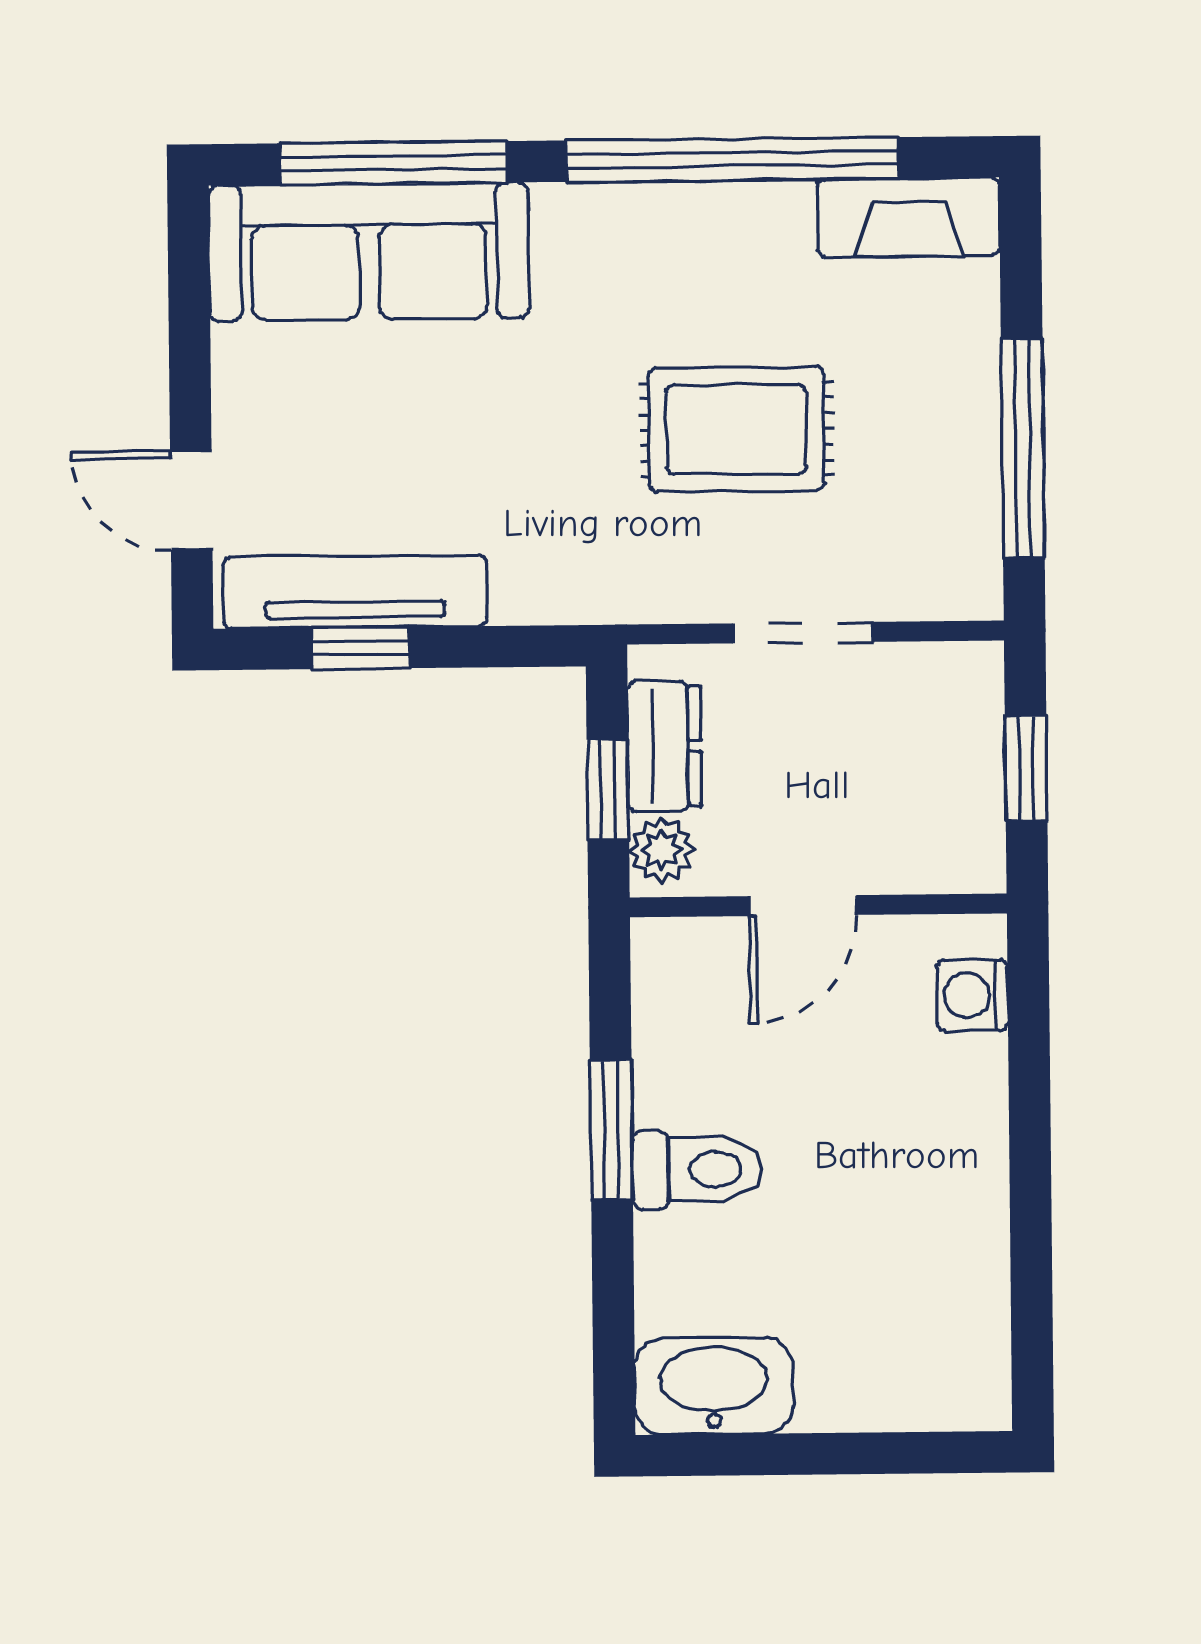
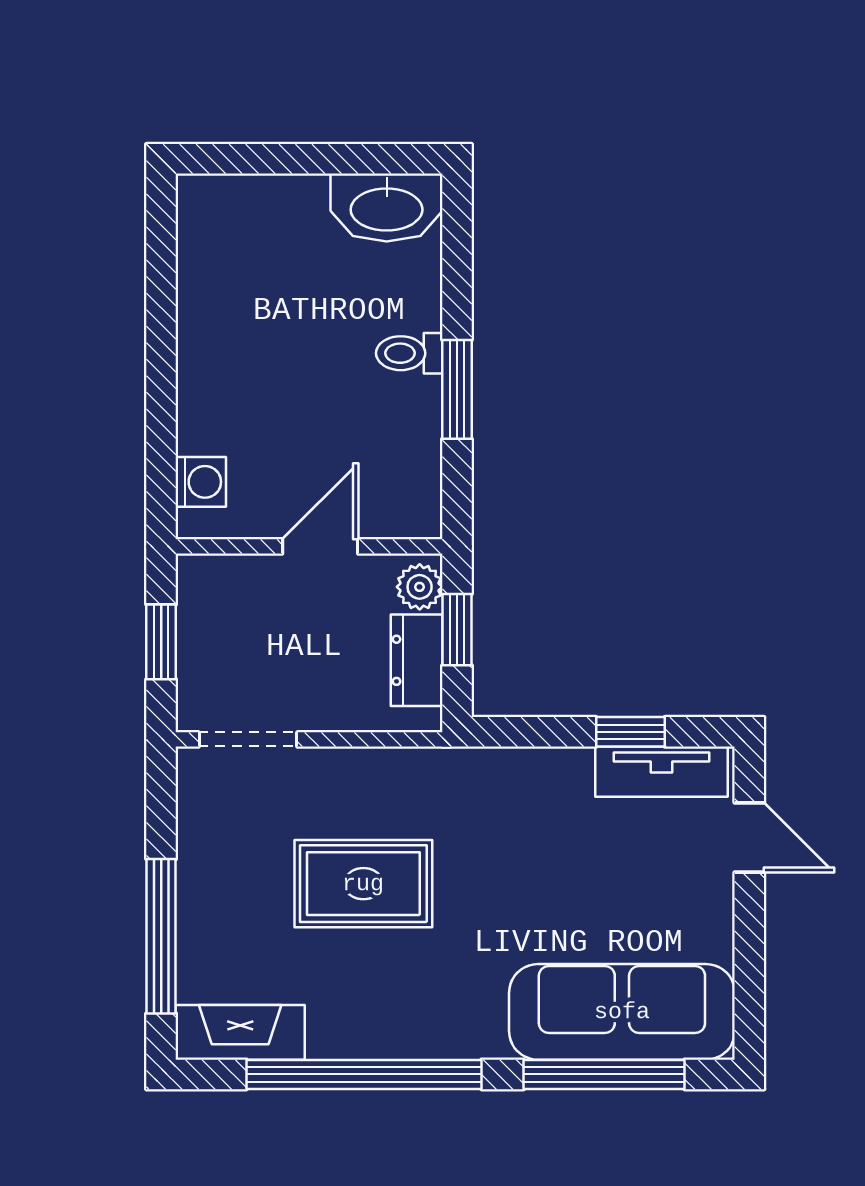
window: (1023, 448) -> (161, 936), moved
tv unit: (355, 592) -> (661, 772), width x0.71
doorway: (803, 633) -> (248, 739), moved
toilet: (697, 1169) -> (409, 353), width x0.73, depth x0.72

